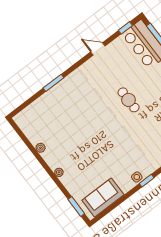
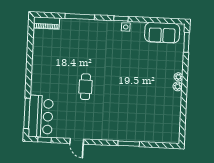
plant: (40, 148) -> (178, 86), moved

